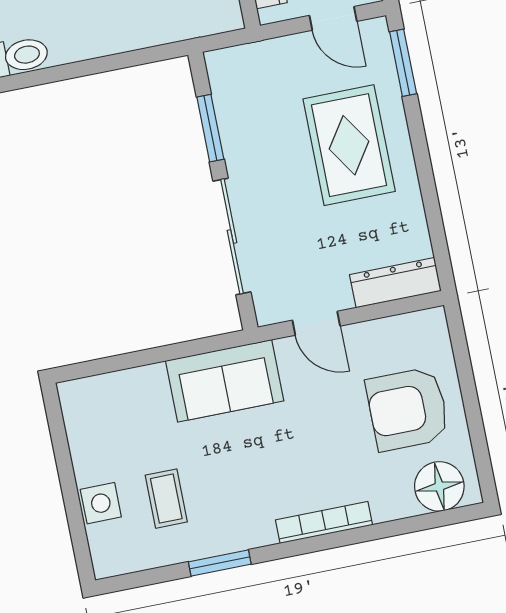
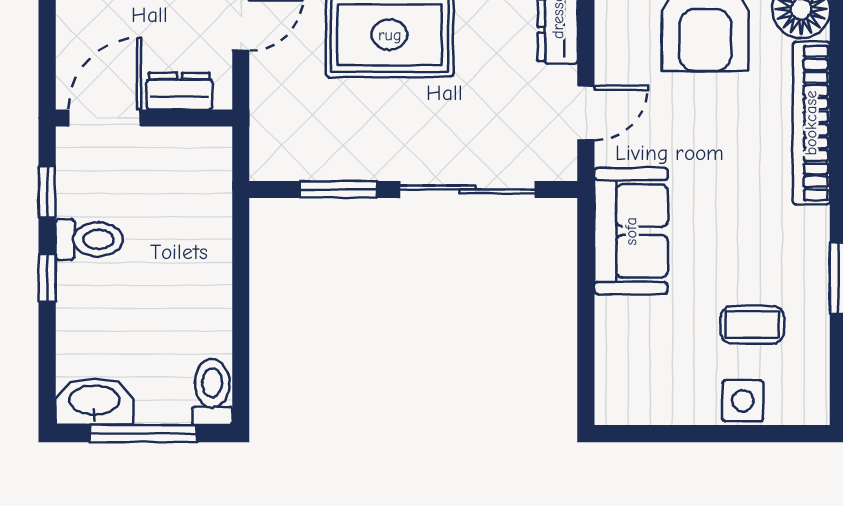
bookcase: (324, 522) -> (811, 123), width x1.48, depth x1.31

